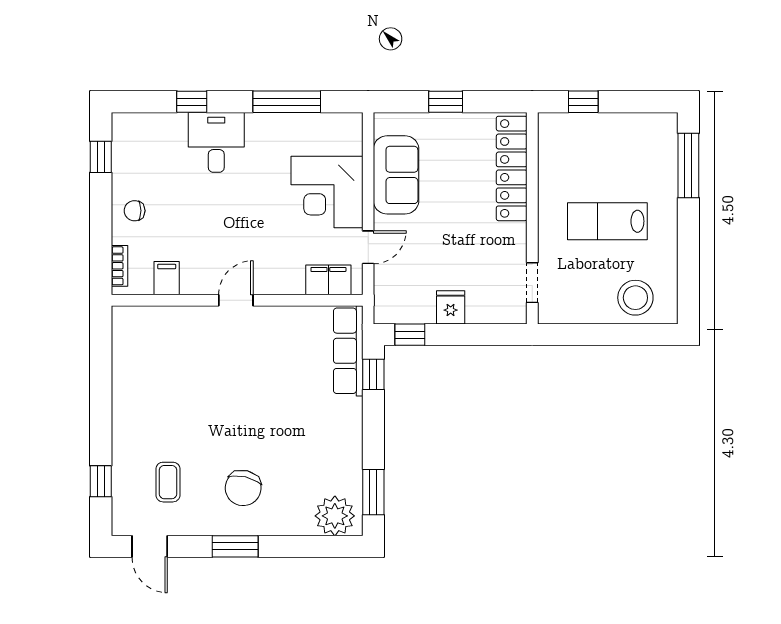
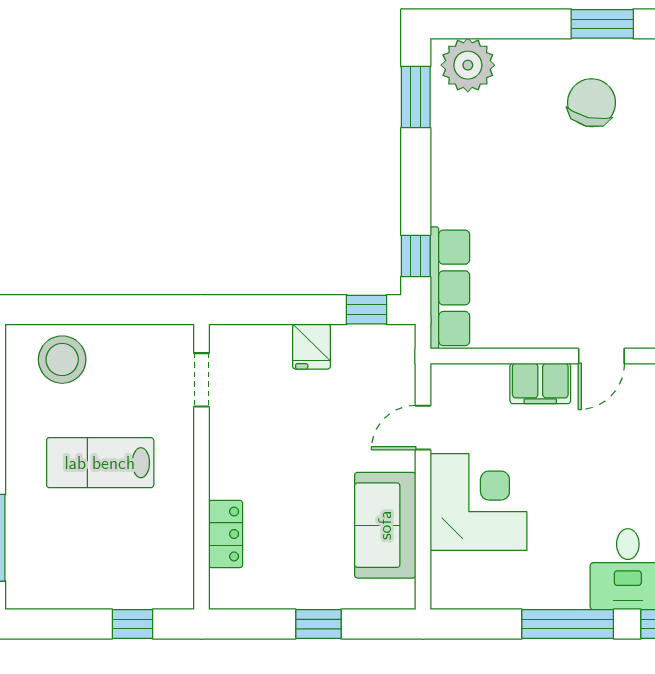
window: (287, 102) -> (568, 624), moved
locker: (512, 168) -> (226, 534), width x0.46, depth x0.83
lab bench: (607, 221) -> (100, 463), turned 180
filing cabinet: (328, 280) -> (540, 383), moved

